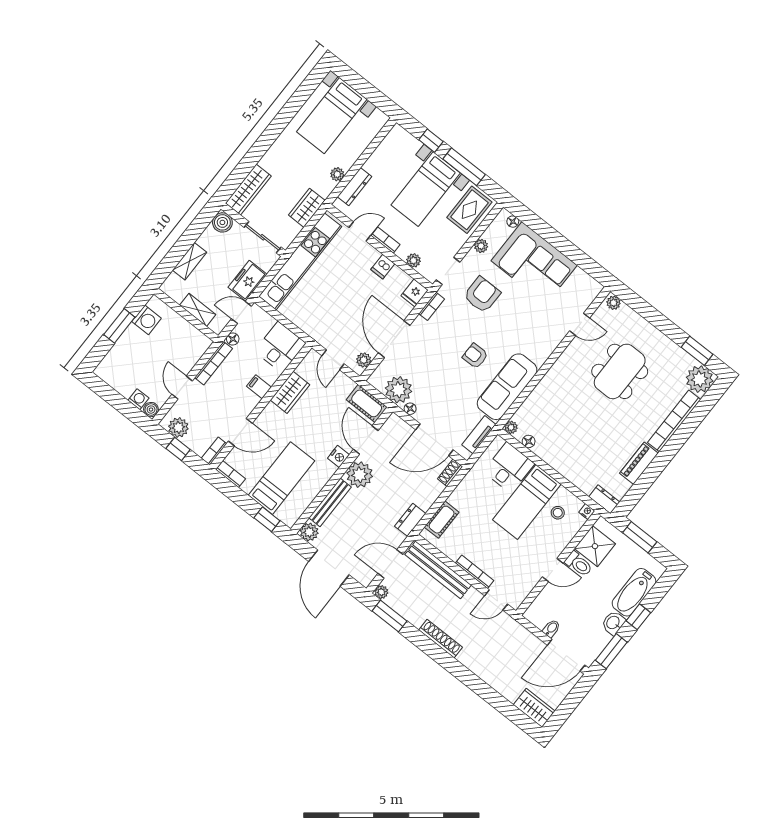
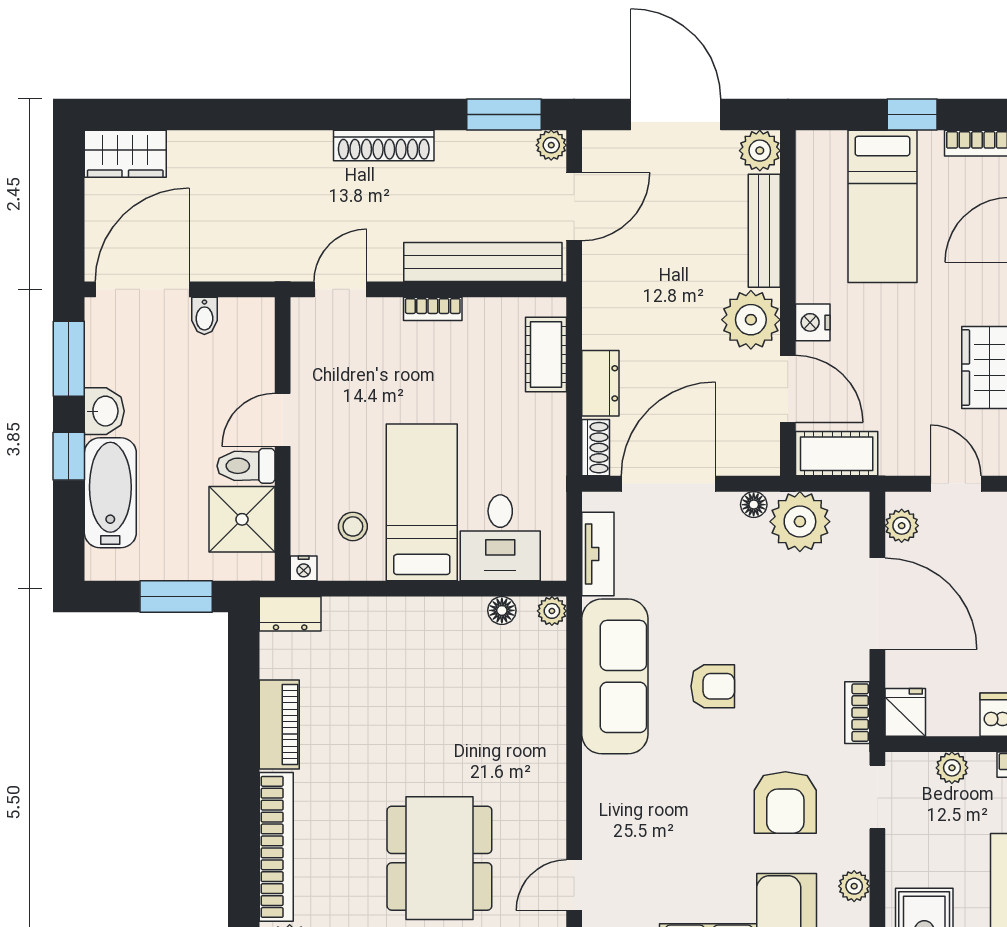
window: (267, 519) -> (912, 114), moved
dresser: (410, 520) -> (600, 383), moved
bookcase: (475, 572) -> (433, 309), width x0.64

